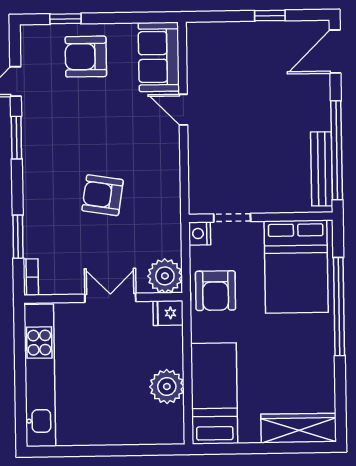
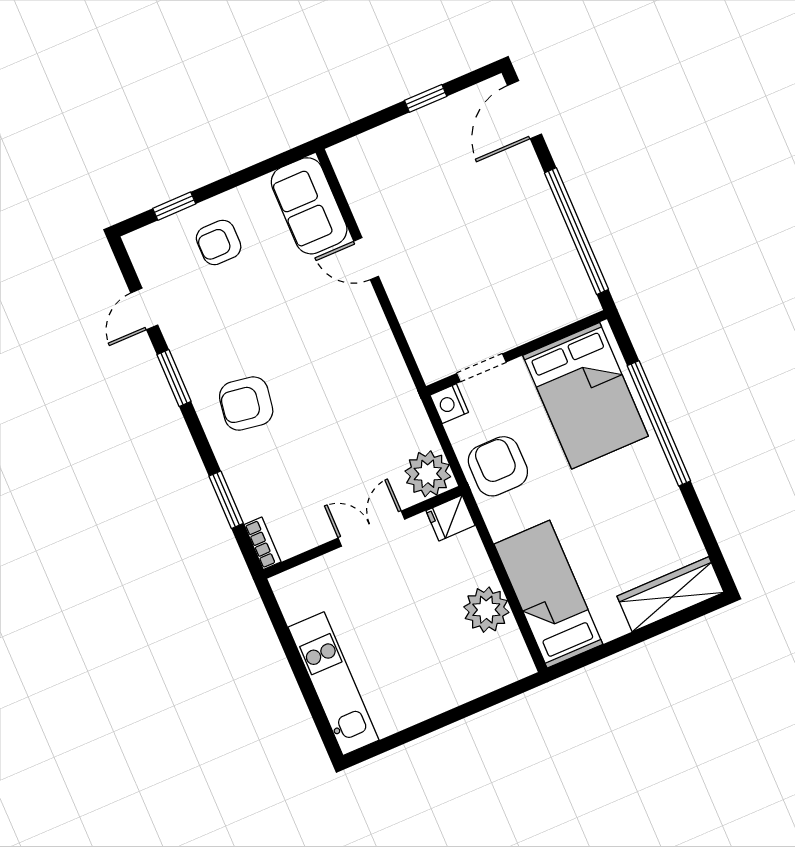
armchair: (86, 57) -> (219, 242), width x0.72, depth x0.72
bench: (322, 169) -> (567, 262), removed
armchair: (103, 195) -> (246, 404), moved
armchair: (216, 291) -> (498, 466), turned 180
kitchen unit: (40, 375) -> (333, 684), width x0.73

